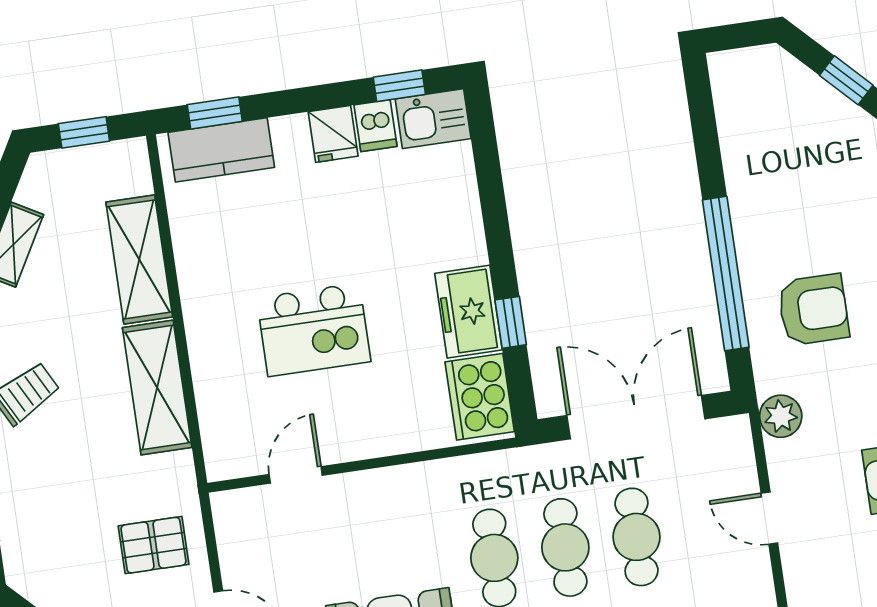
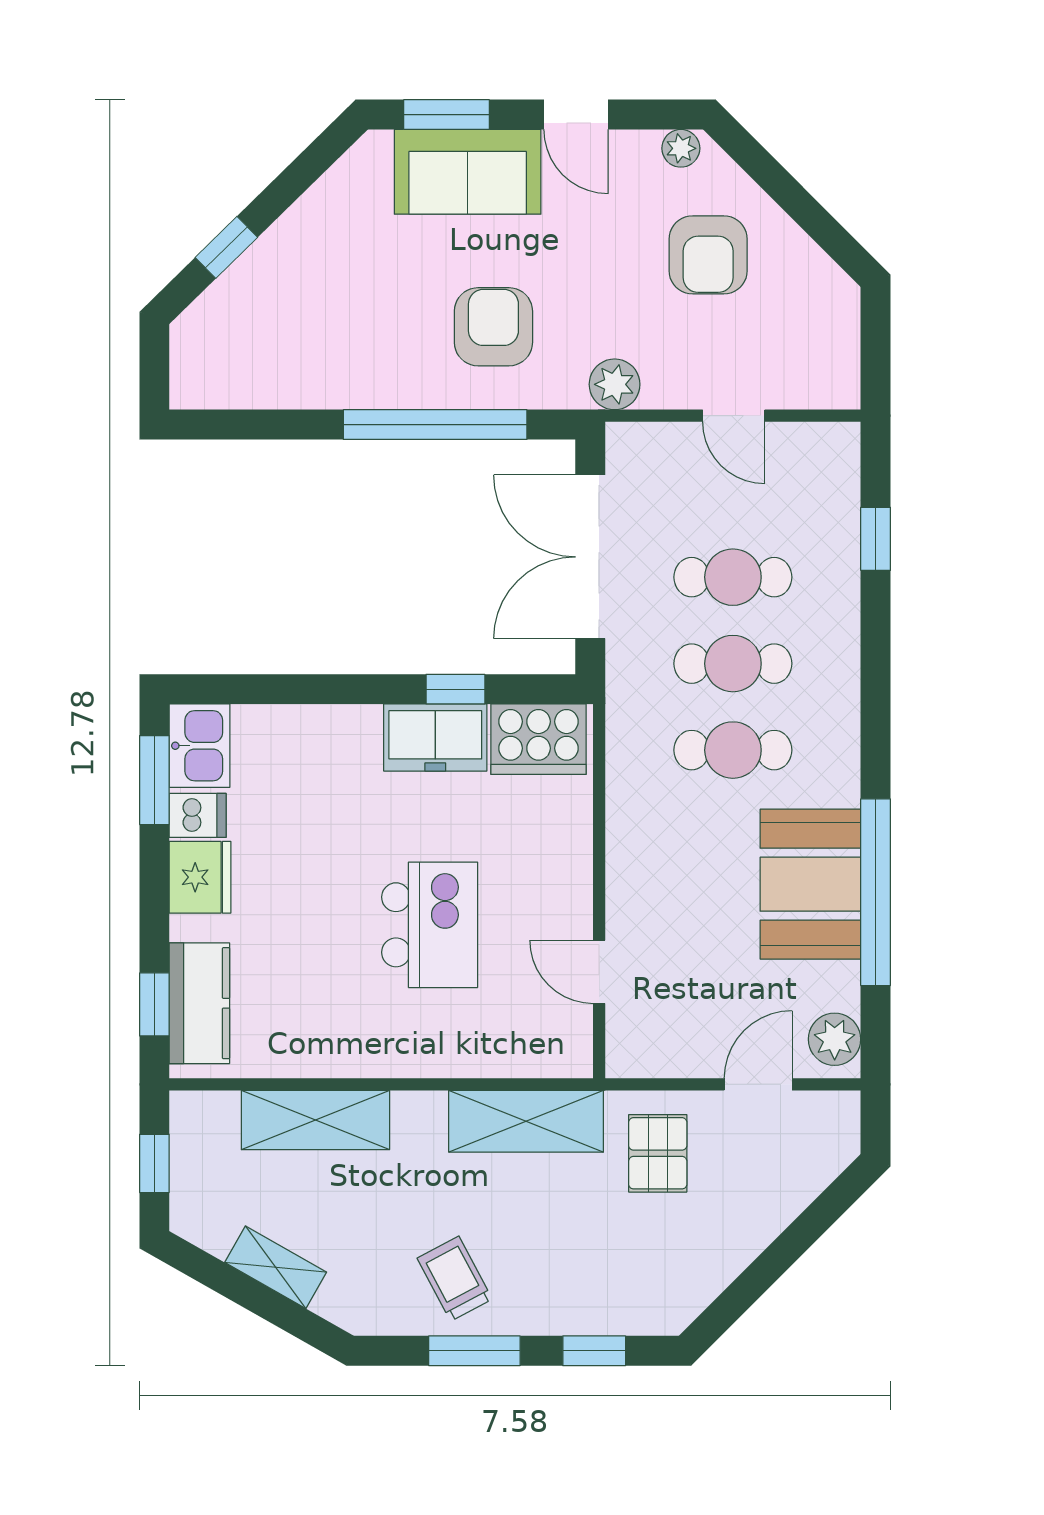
window: (399, 86) -> (154, 780), width x1.50
fridge: (333, 134) -> (200, 877), width x1.38
shelving: (157, 388) -> (526, 1121), moved
door: (769, 518) -> (734, 416), hinge flipped

